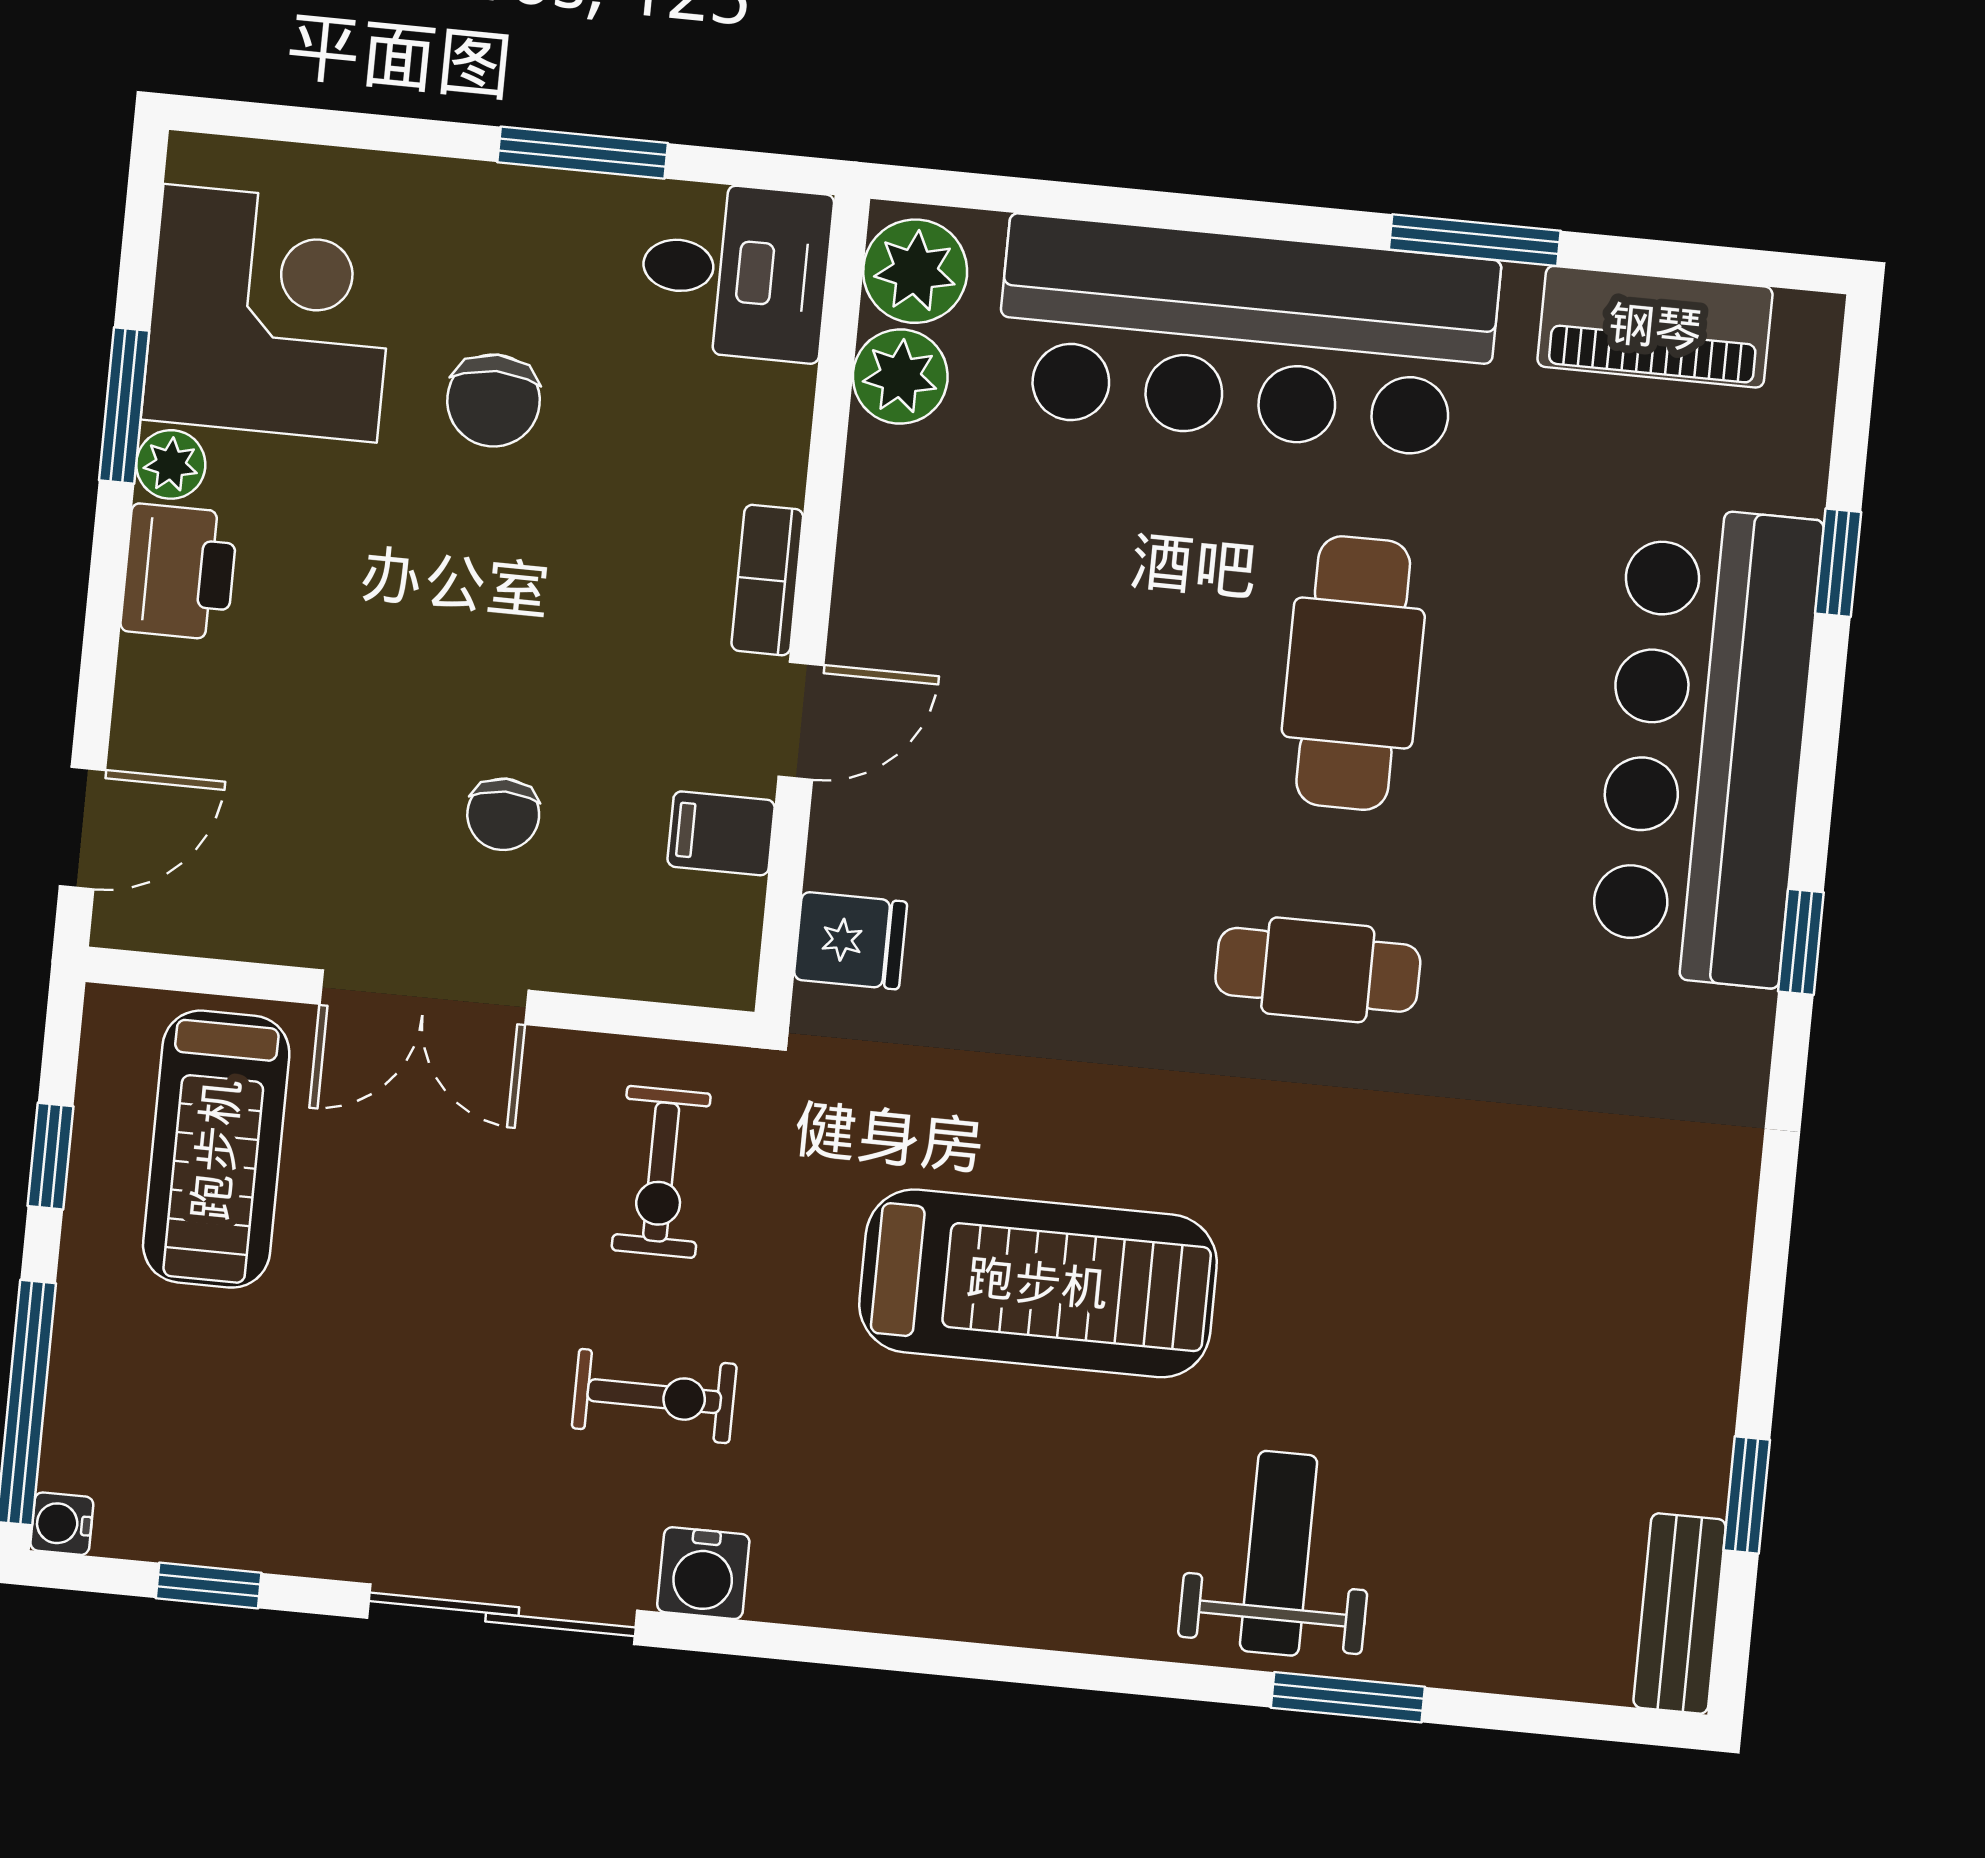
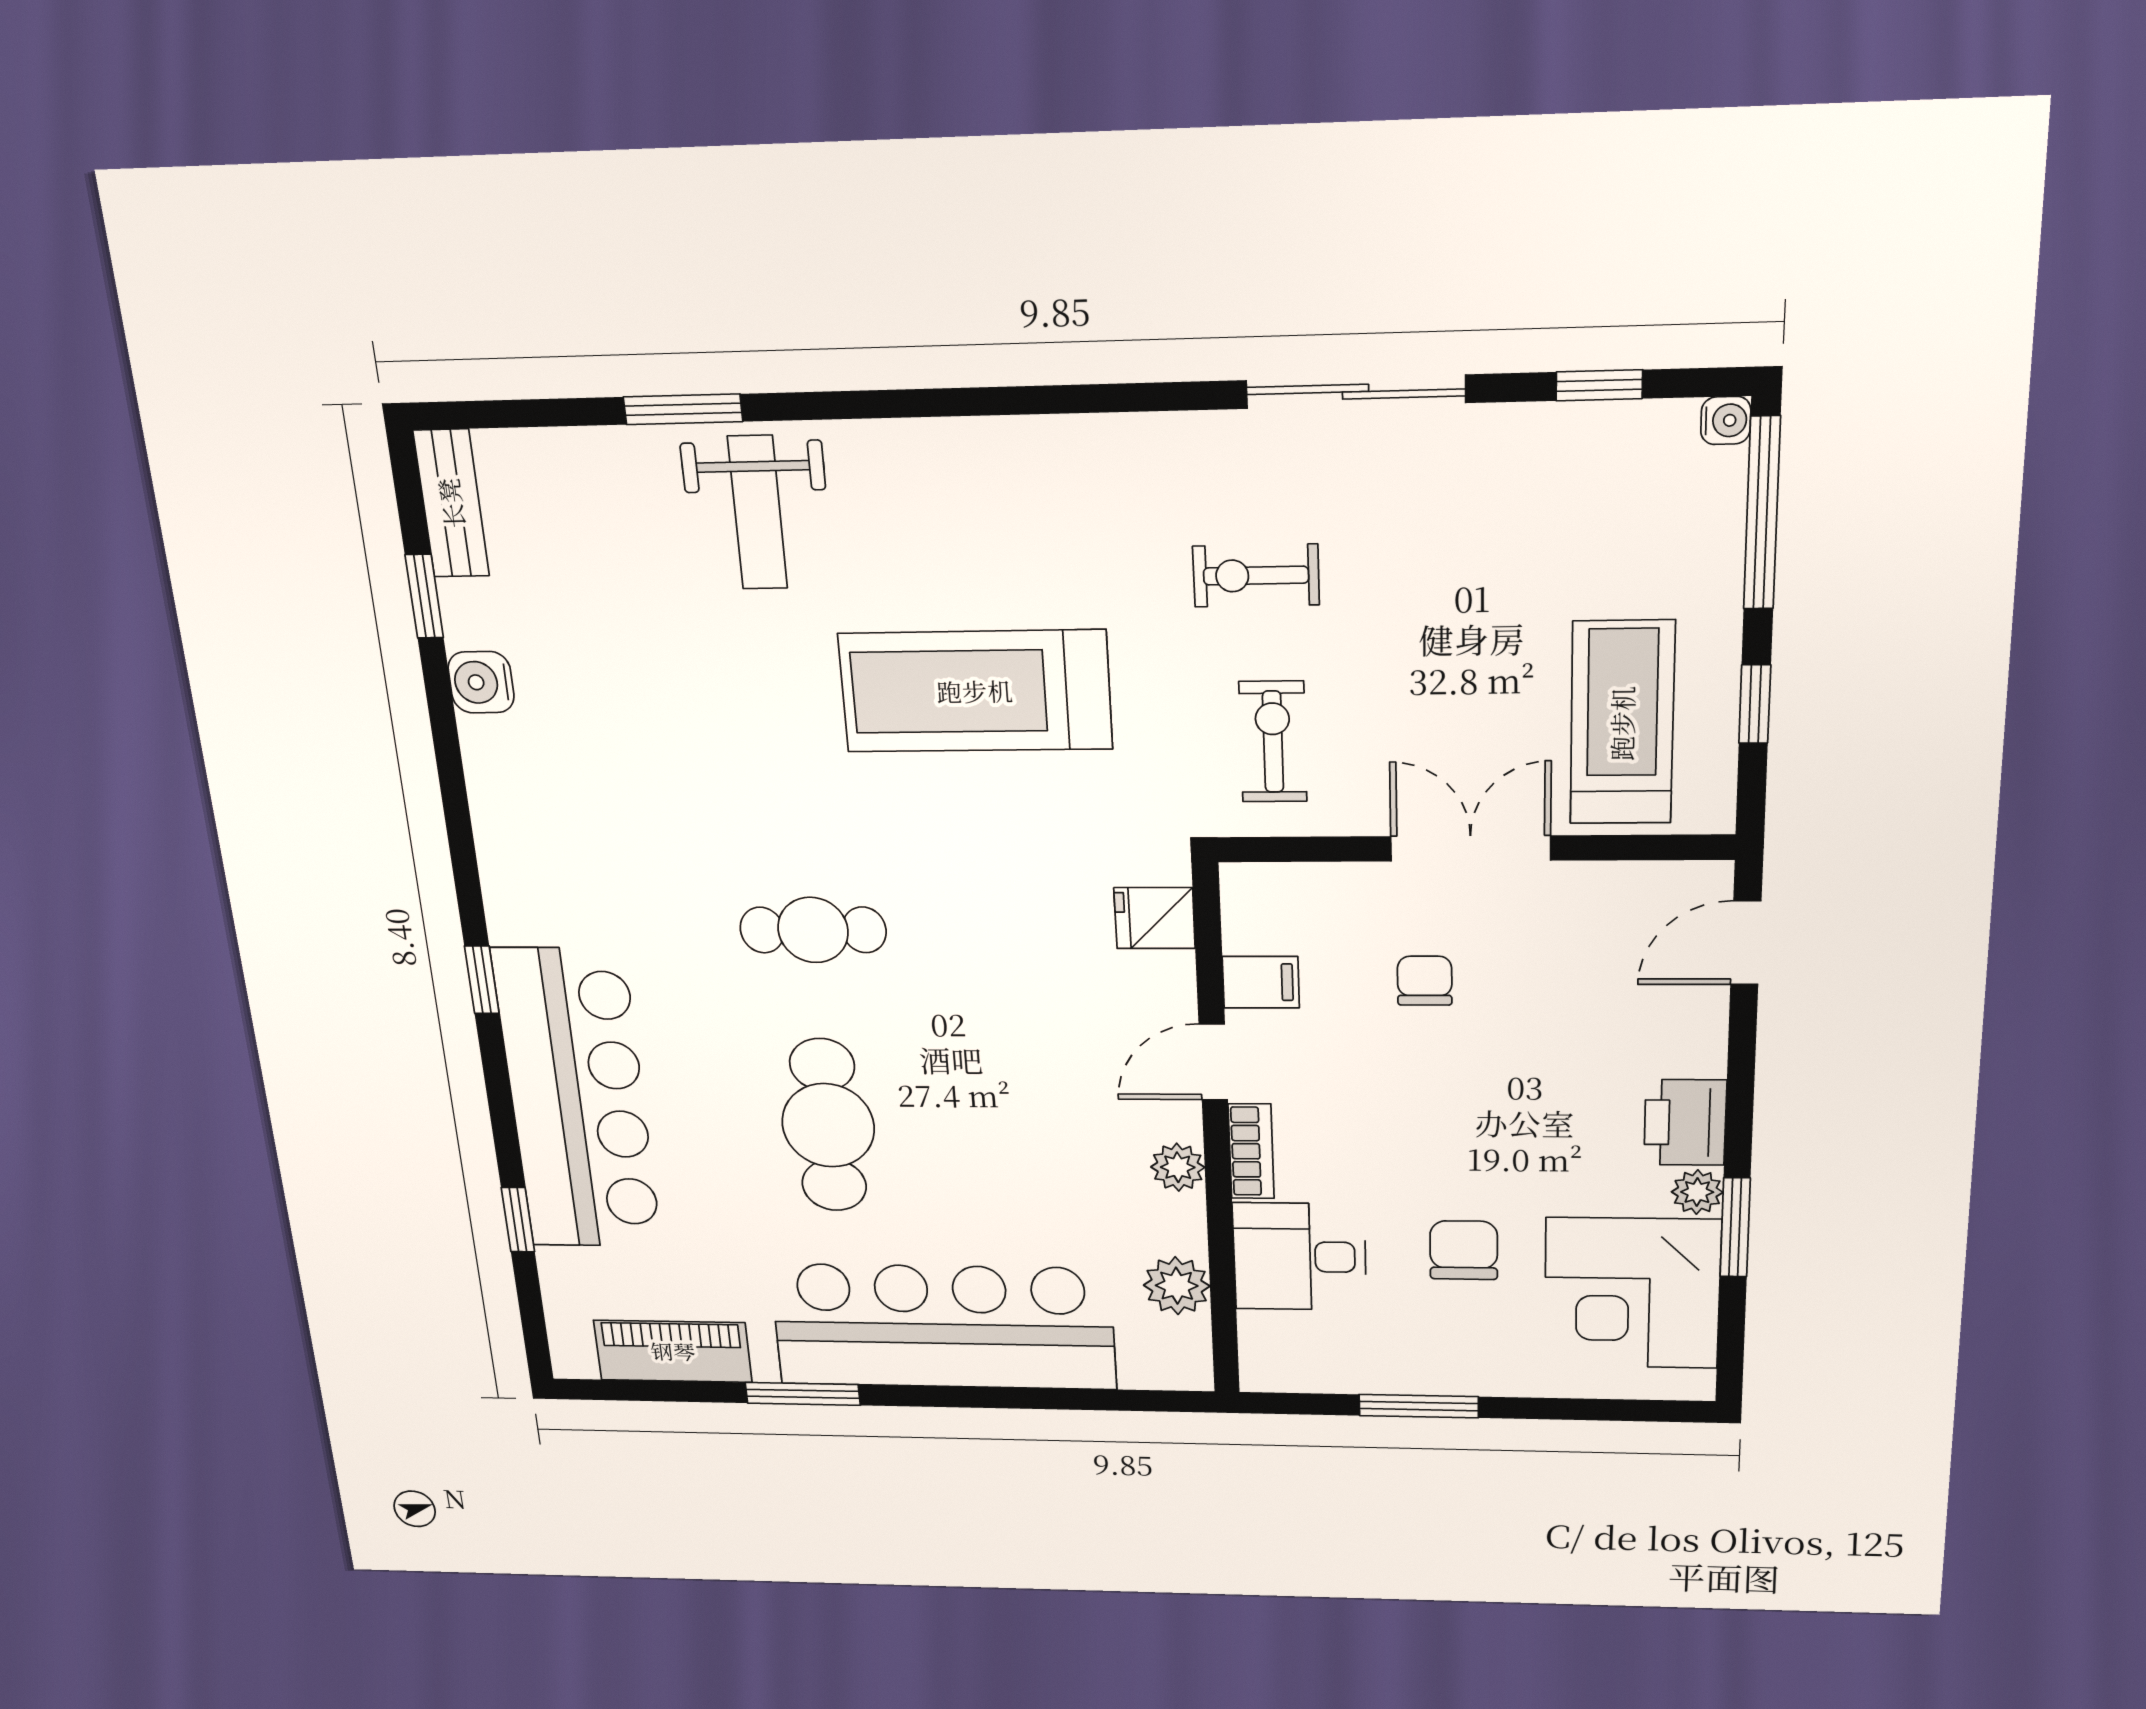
desk: (735, 271) -> (1300, 1257), moved
plant: (915, 271) -> (1178, 1167), moved, width x0.73, depth x0.73
water cooler: (703, 1573) -> (481, 682), moved, turned -90

